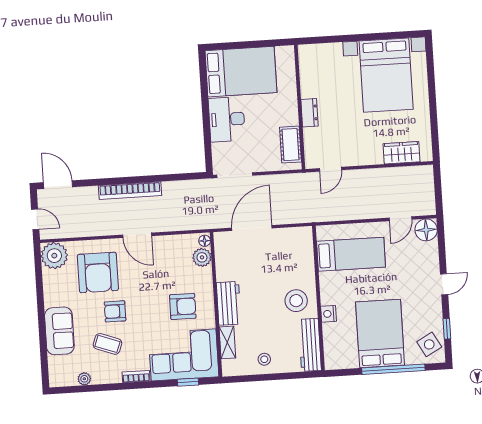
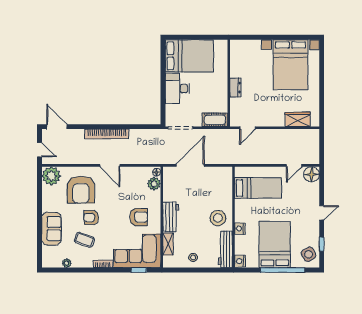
cot: (291, 145) -> (215, 120), moved, turned 90
nightstand: (332, 360) -> (240, 261), added

